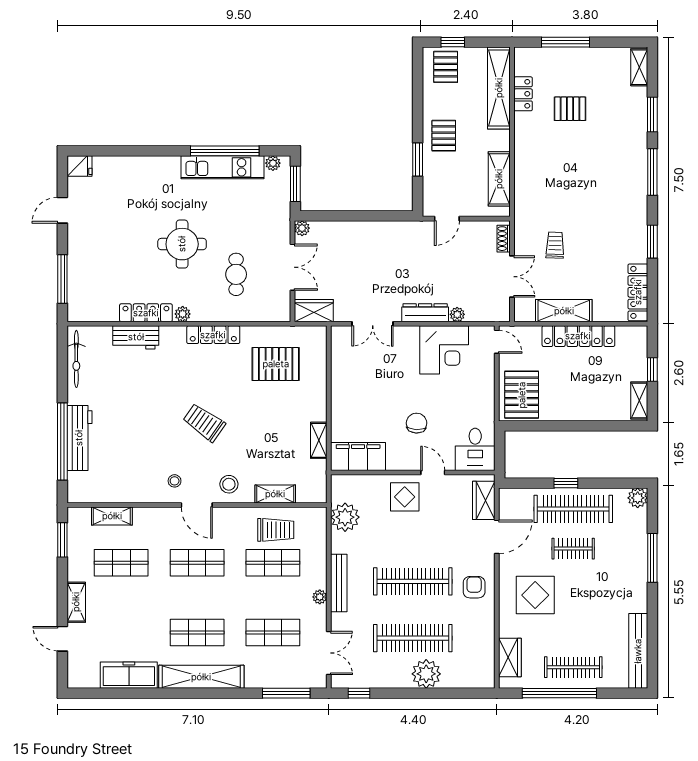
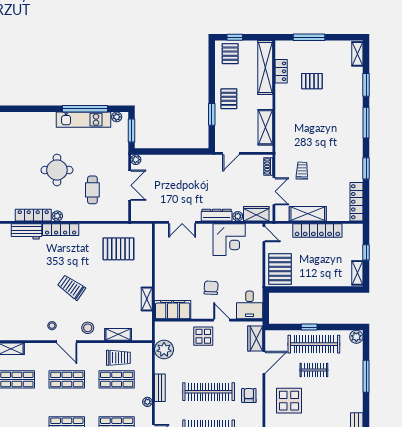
wardrobe: (314, 311) -> (256, 214), moved
locker: (213, 335) -> (61, 230), moved
bench: (339, 583) -> (160, 388), width x0.73

